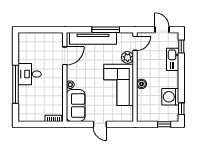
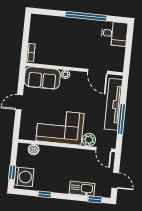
door: (162, 30) -> (115, 180), hinge flipped
desk: (30, 74) -> (114, 34), moved, turned 90
window: (15, 84) -> (86, 16), moved
boiler: (141, 84) -> (34, 150), moved
washing machine: (170, 97) -> (24, 177), moved, turned 90
window: (181, 109) -> (45, 194), moved

